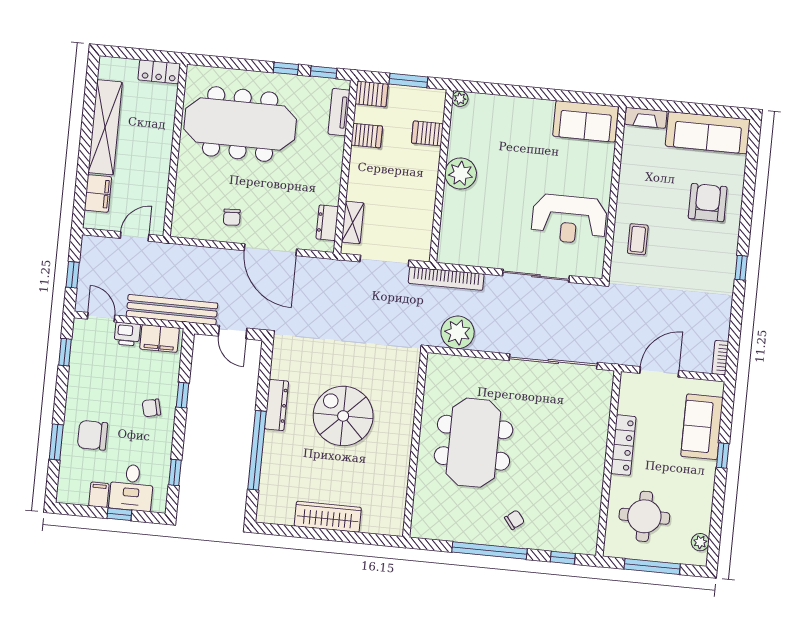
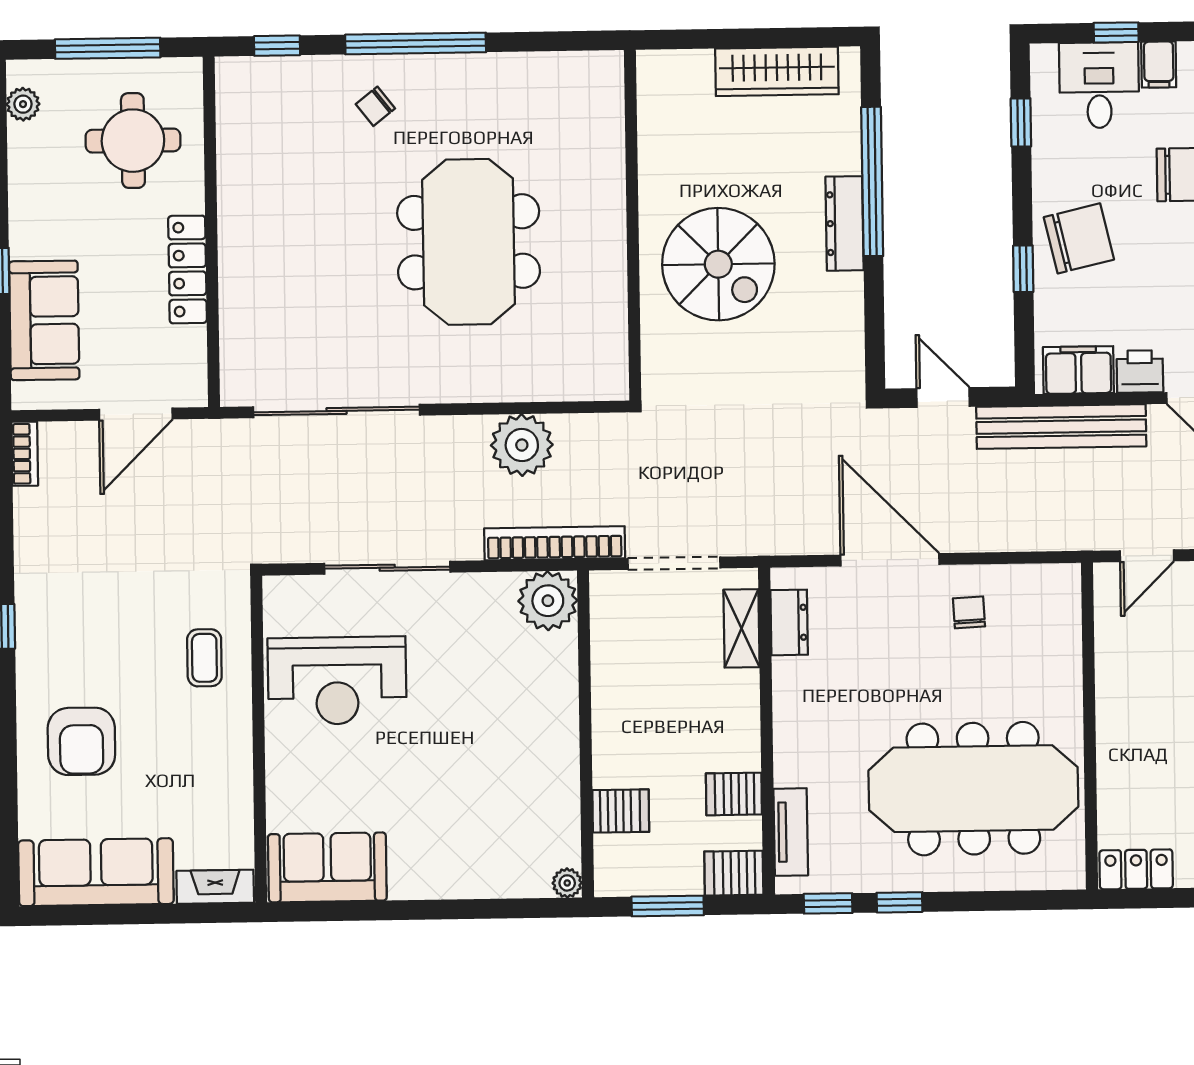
plant: (461, 173) -> (548, 601), moved
reception desk: (569, 219) -> (337, 681), turned 180
dresser: (276, 405) -> (845, 223), moved
chair: (151, 408) -> (1079, 238), width x1.87, depth x1.87
wall: (415, 445) -> (633, 225), moved
wardrobe: (328, 517) -> (777, 71), moved

